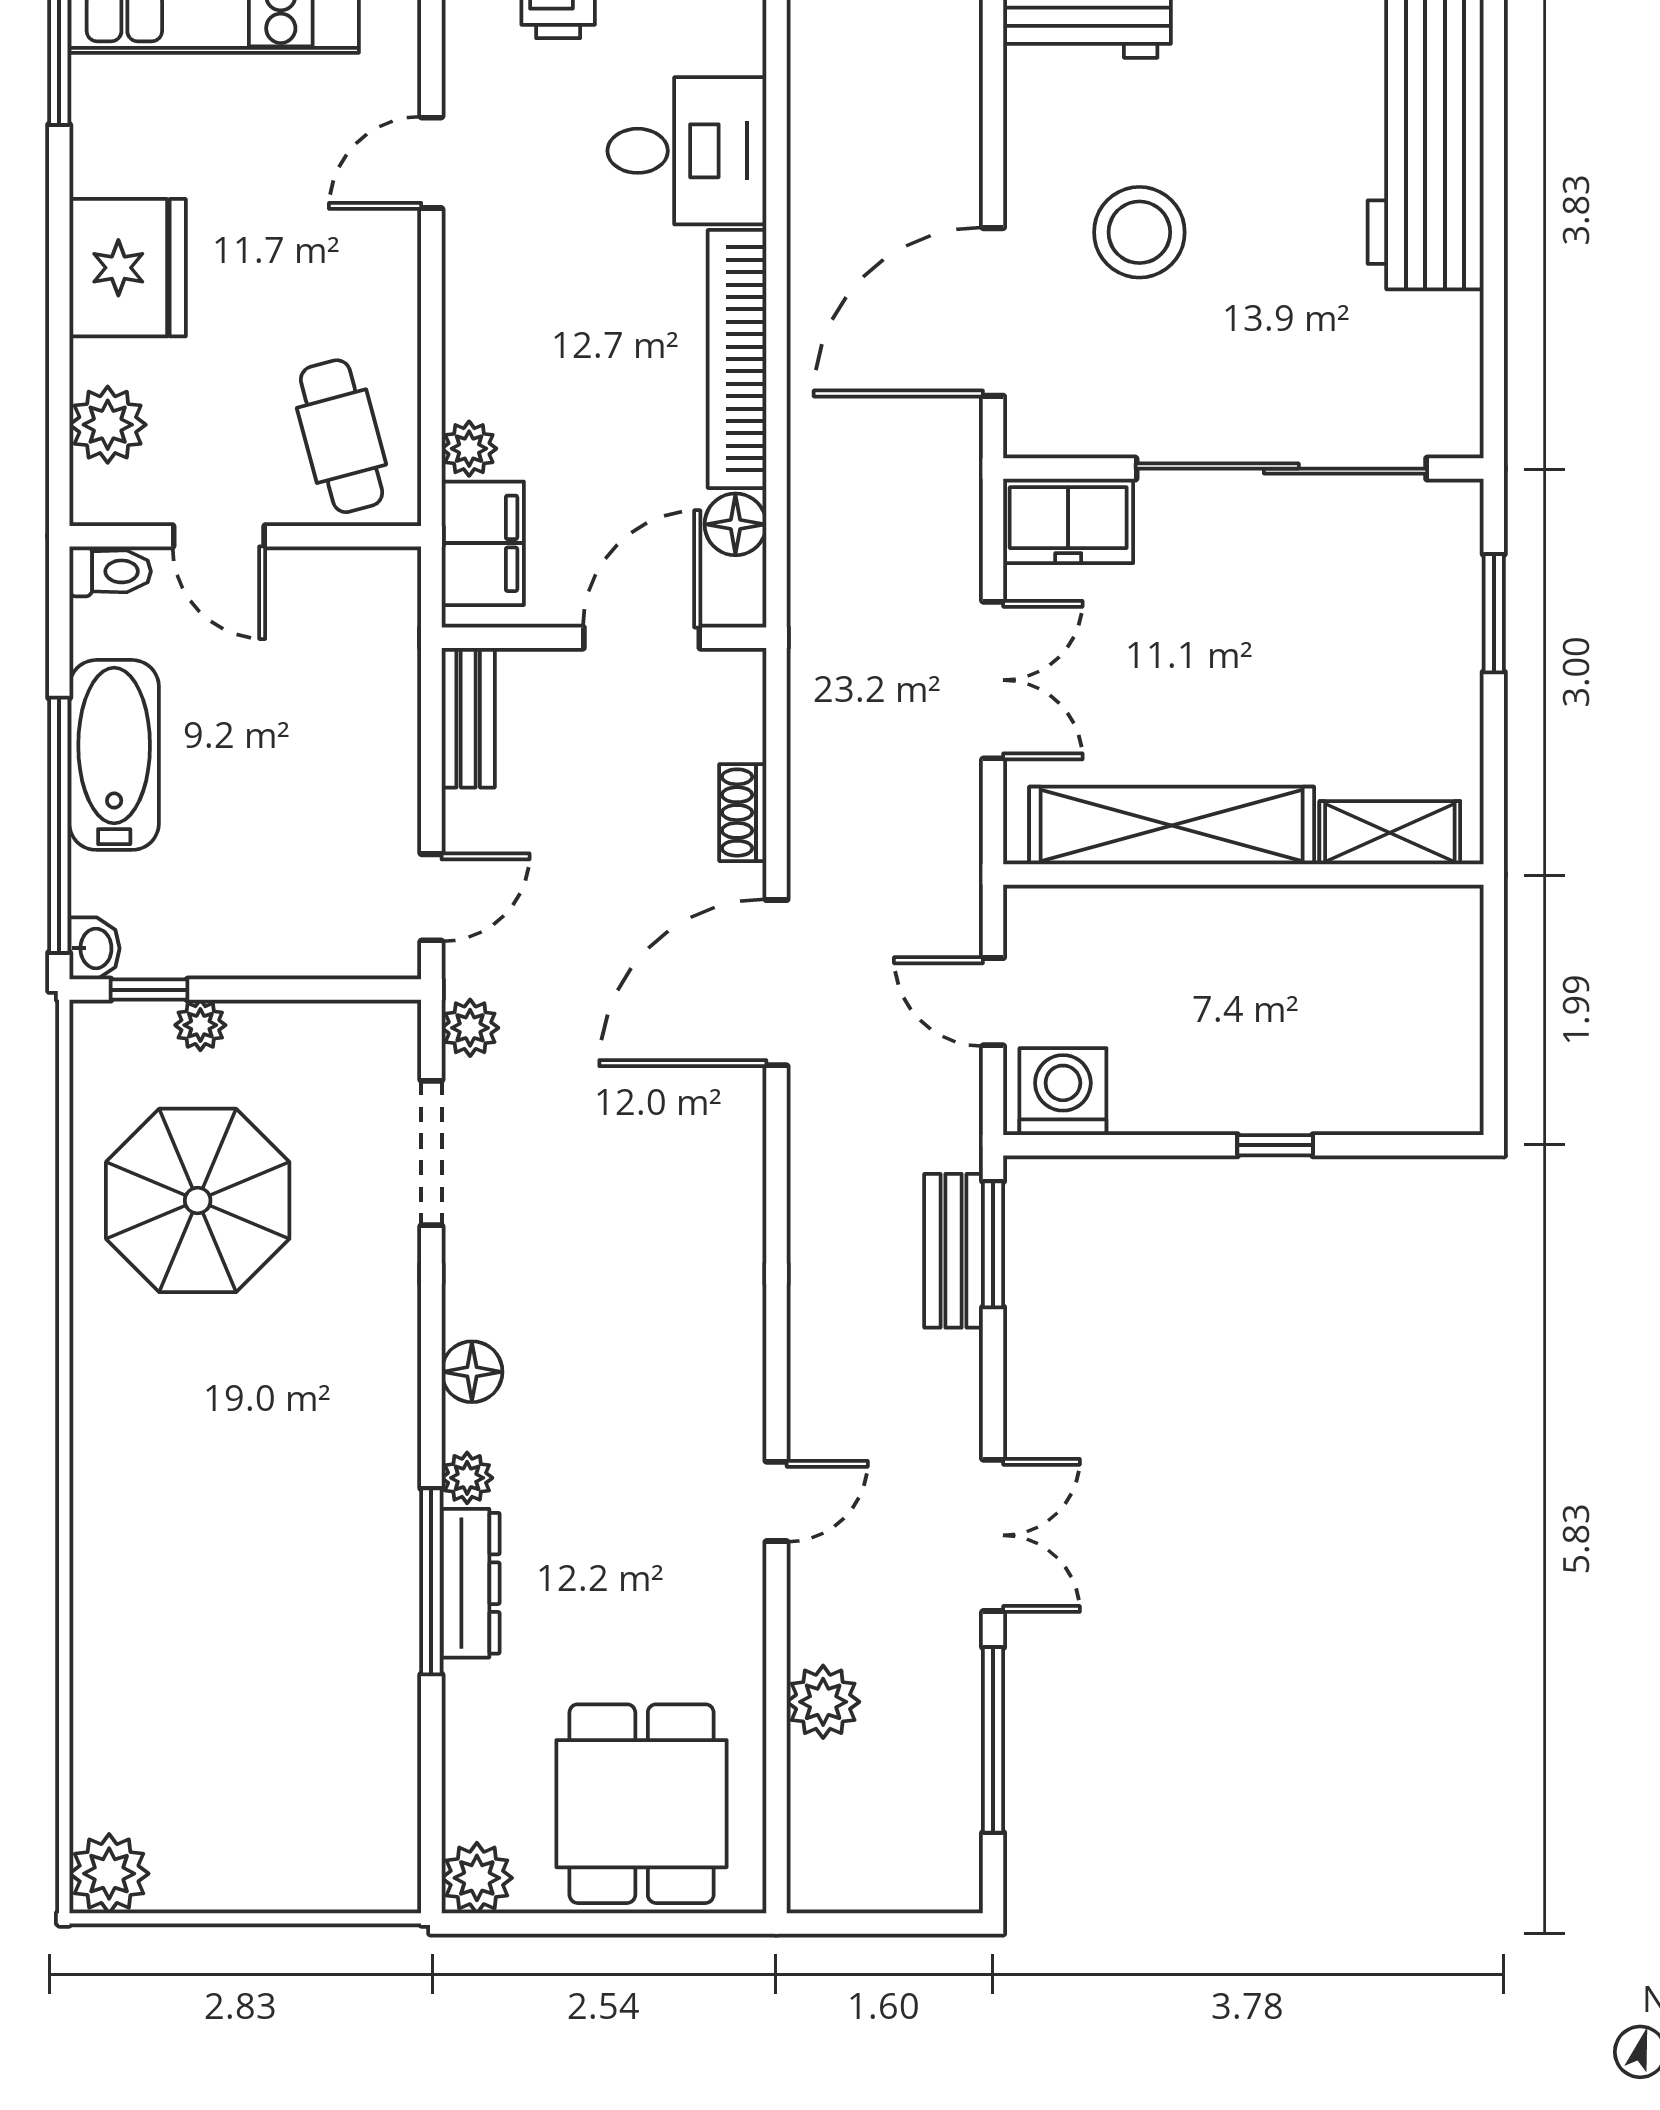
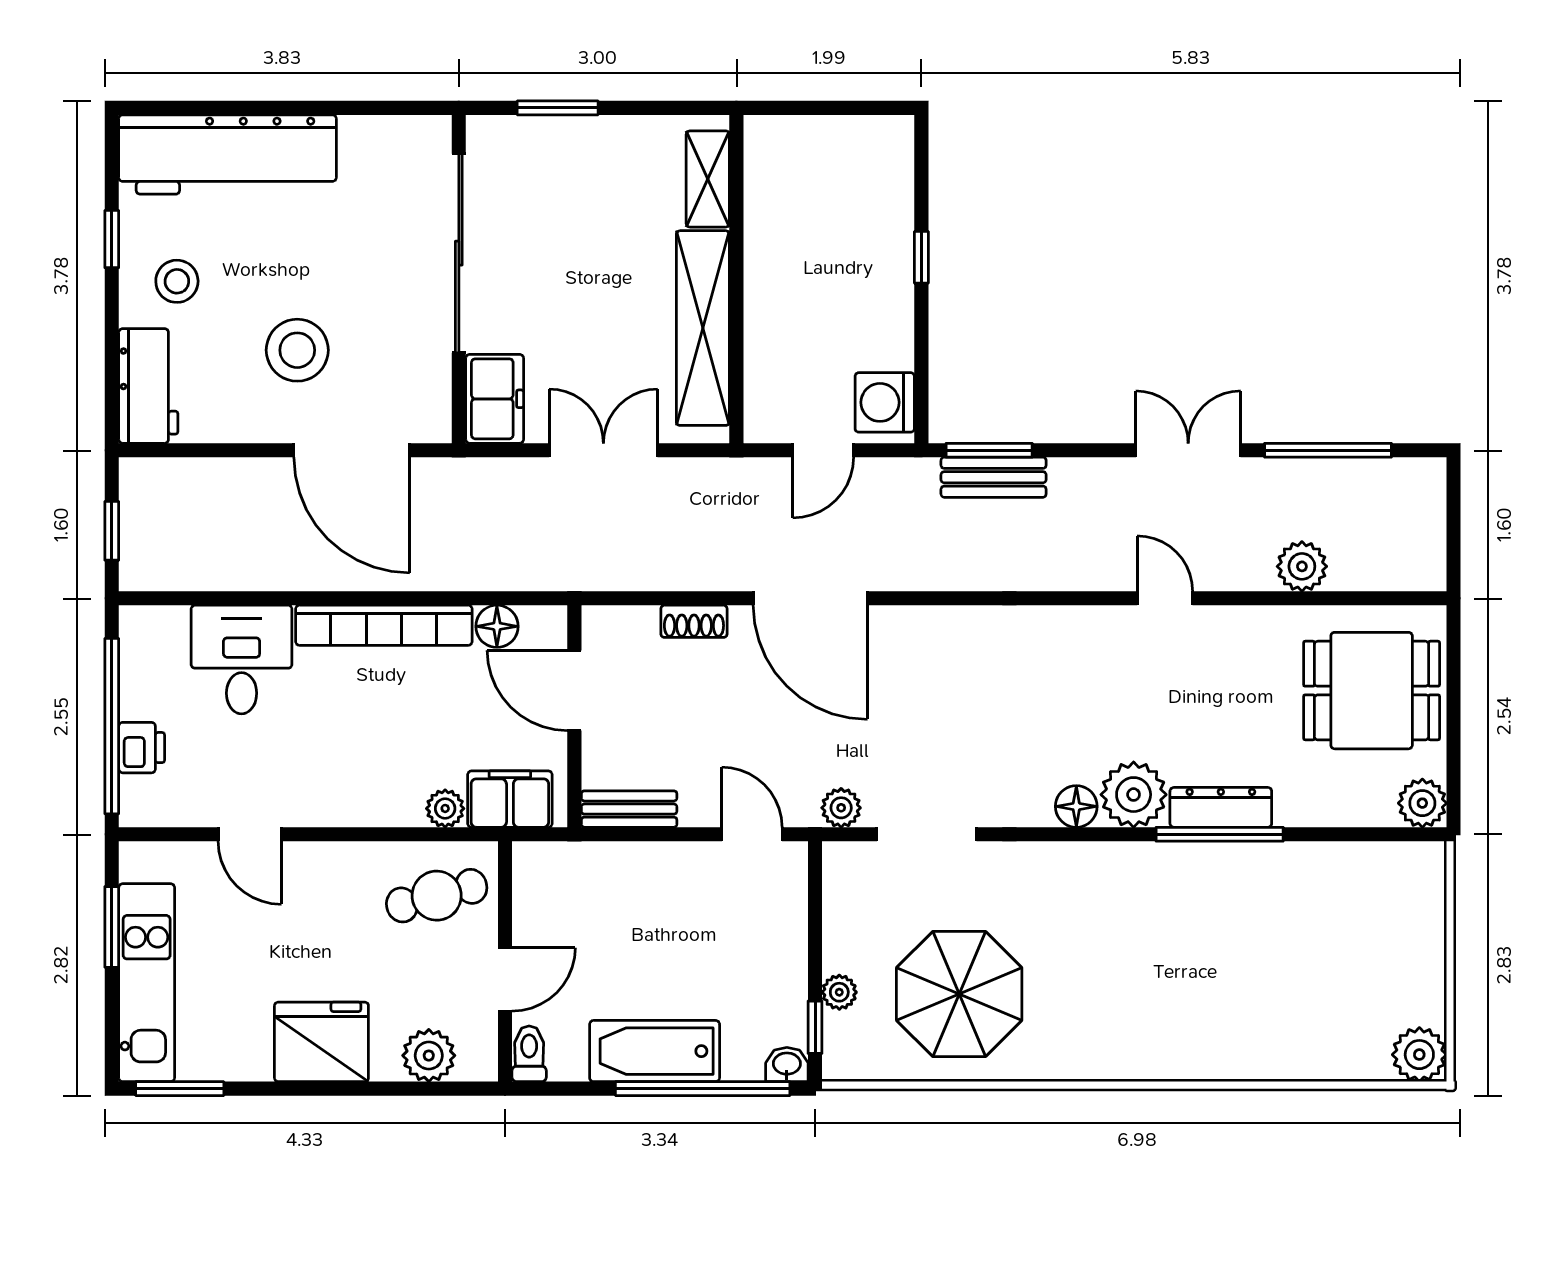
stool: (1240, 56) -> (177, 281), added
plant: (467, 1478) -> (1134, 795), width x1.88, depth x1.88

